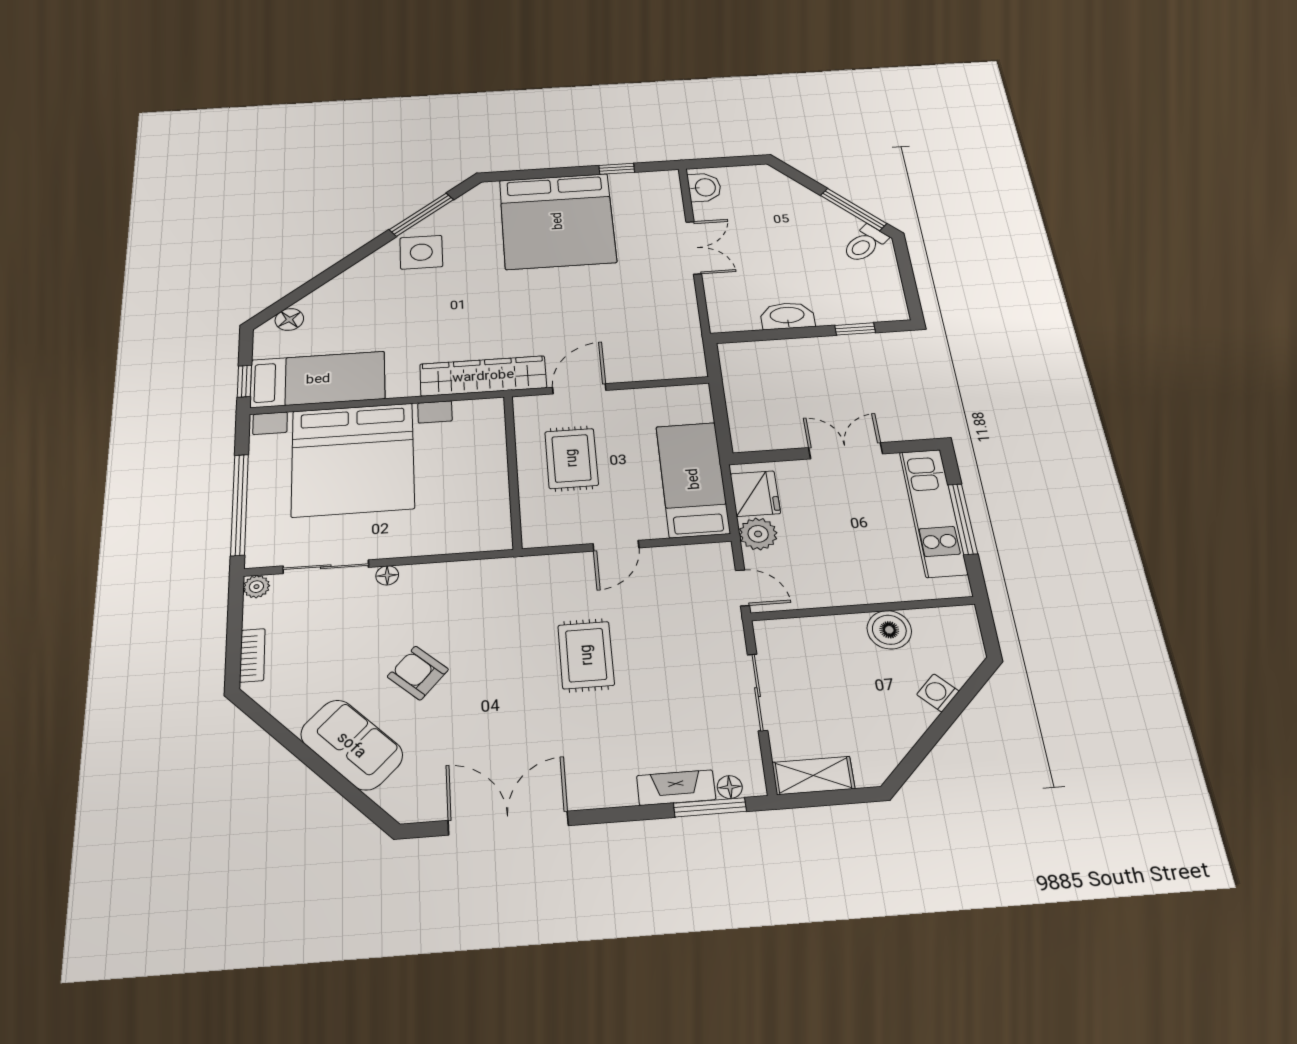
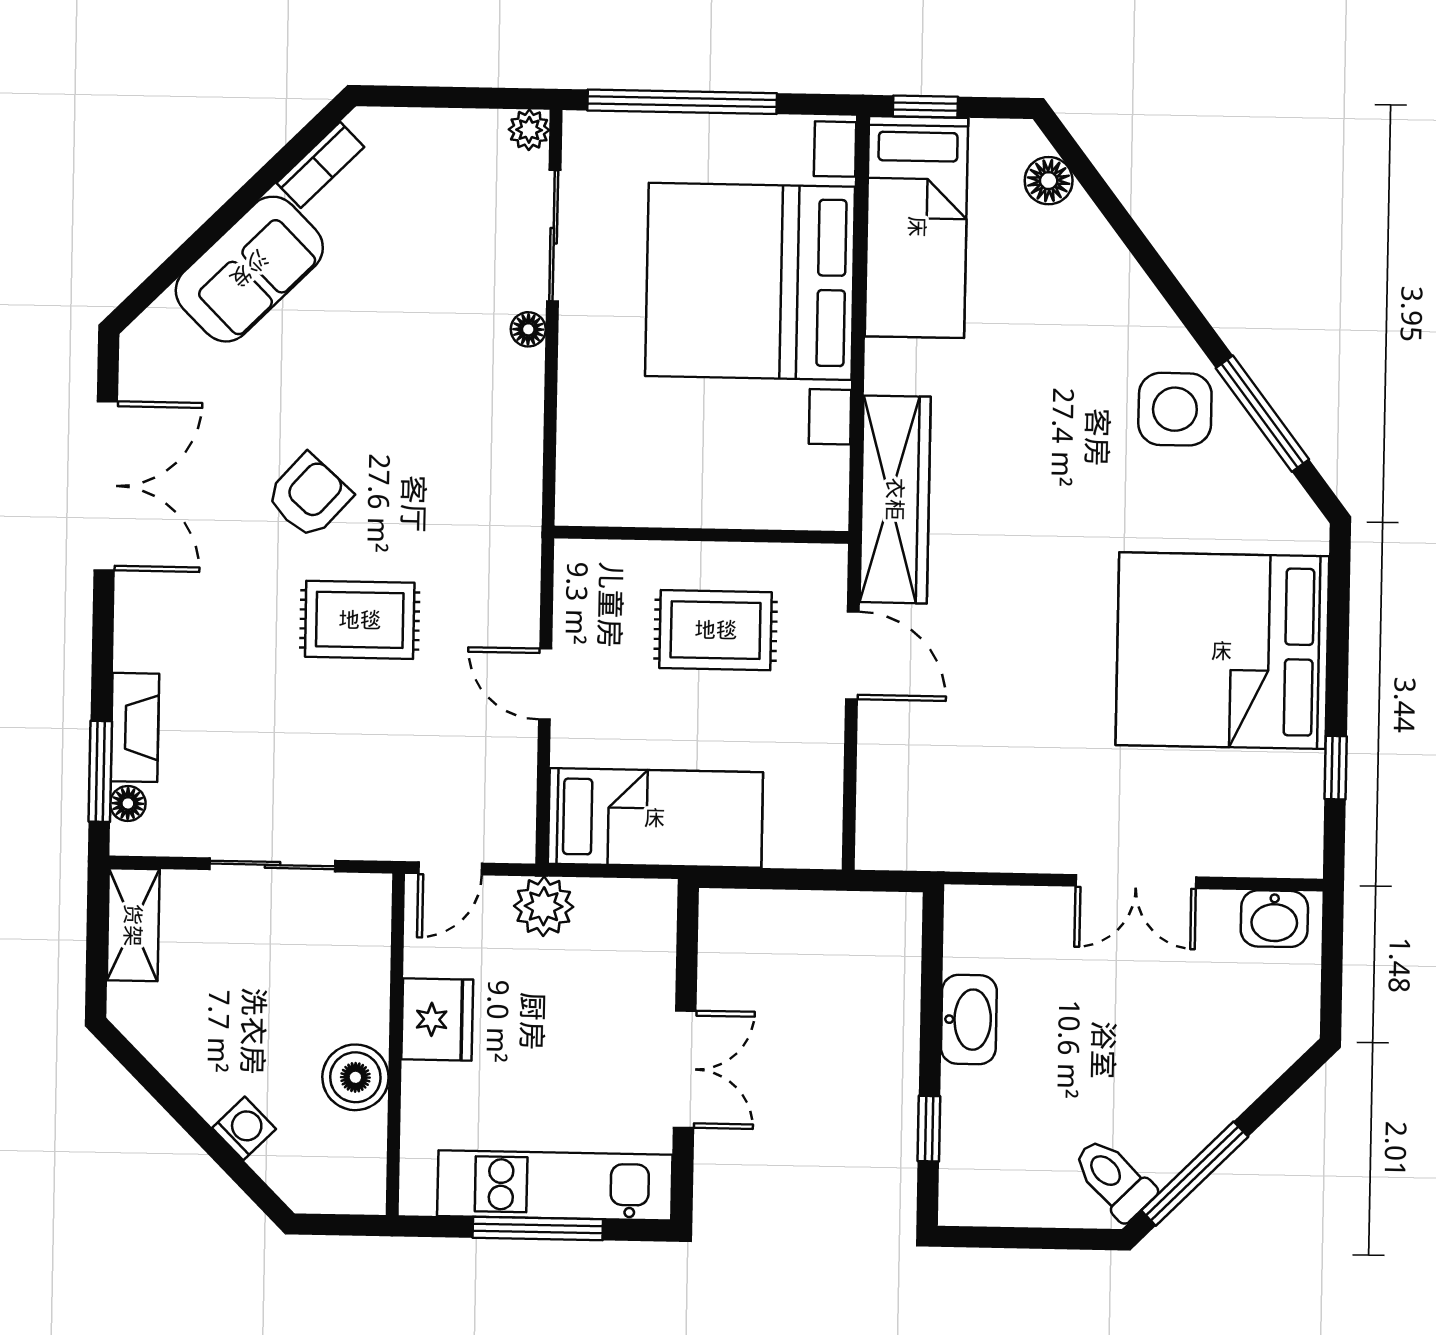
fridge: (755, 494) -> (437, 1019), moved, turned -90
bookcase: (252, 655) -> (320, 165), moved, turned -45
armchair: (418, 673) -> (309, 496), moved

